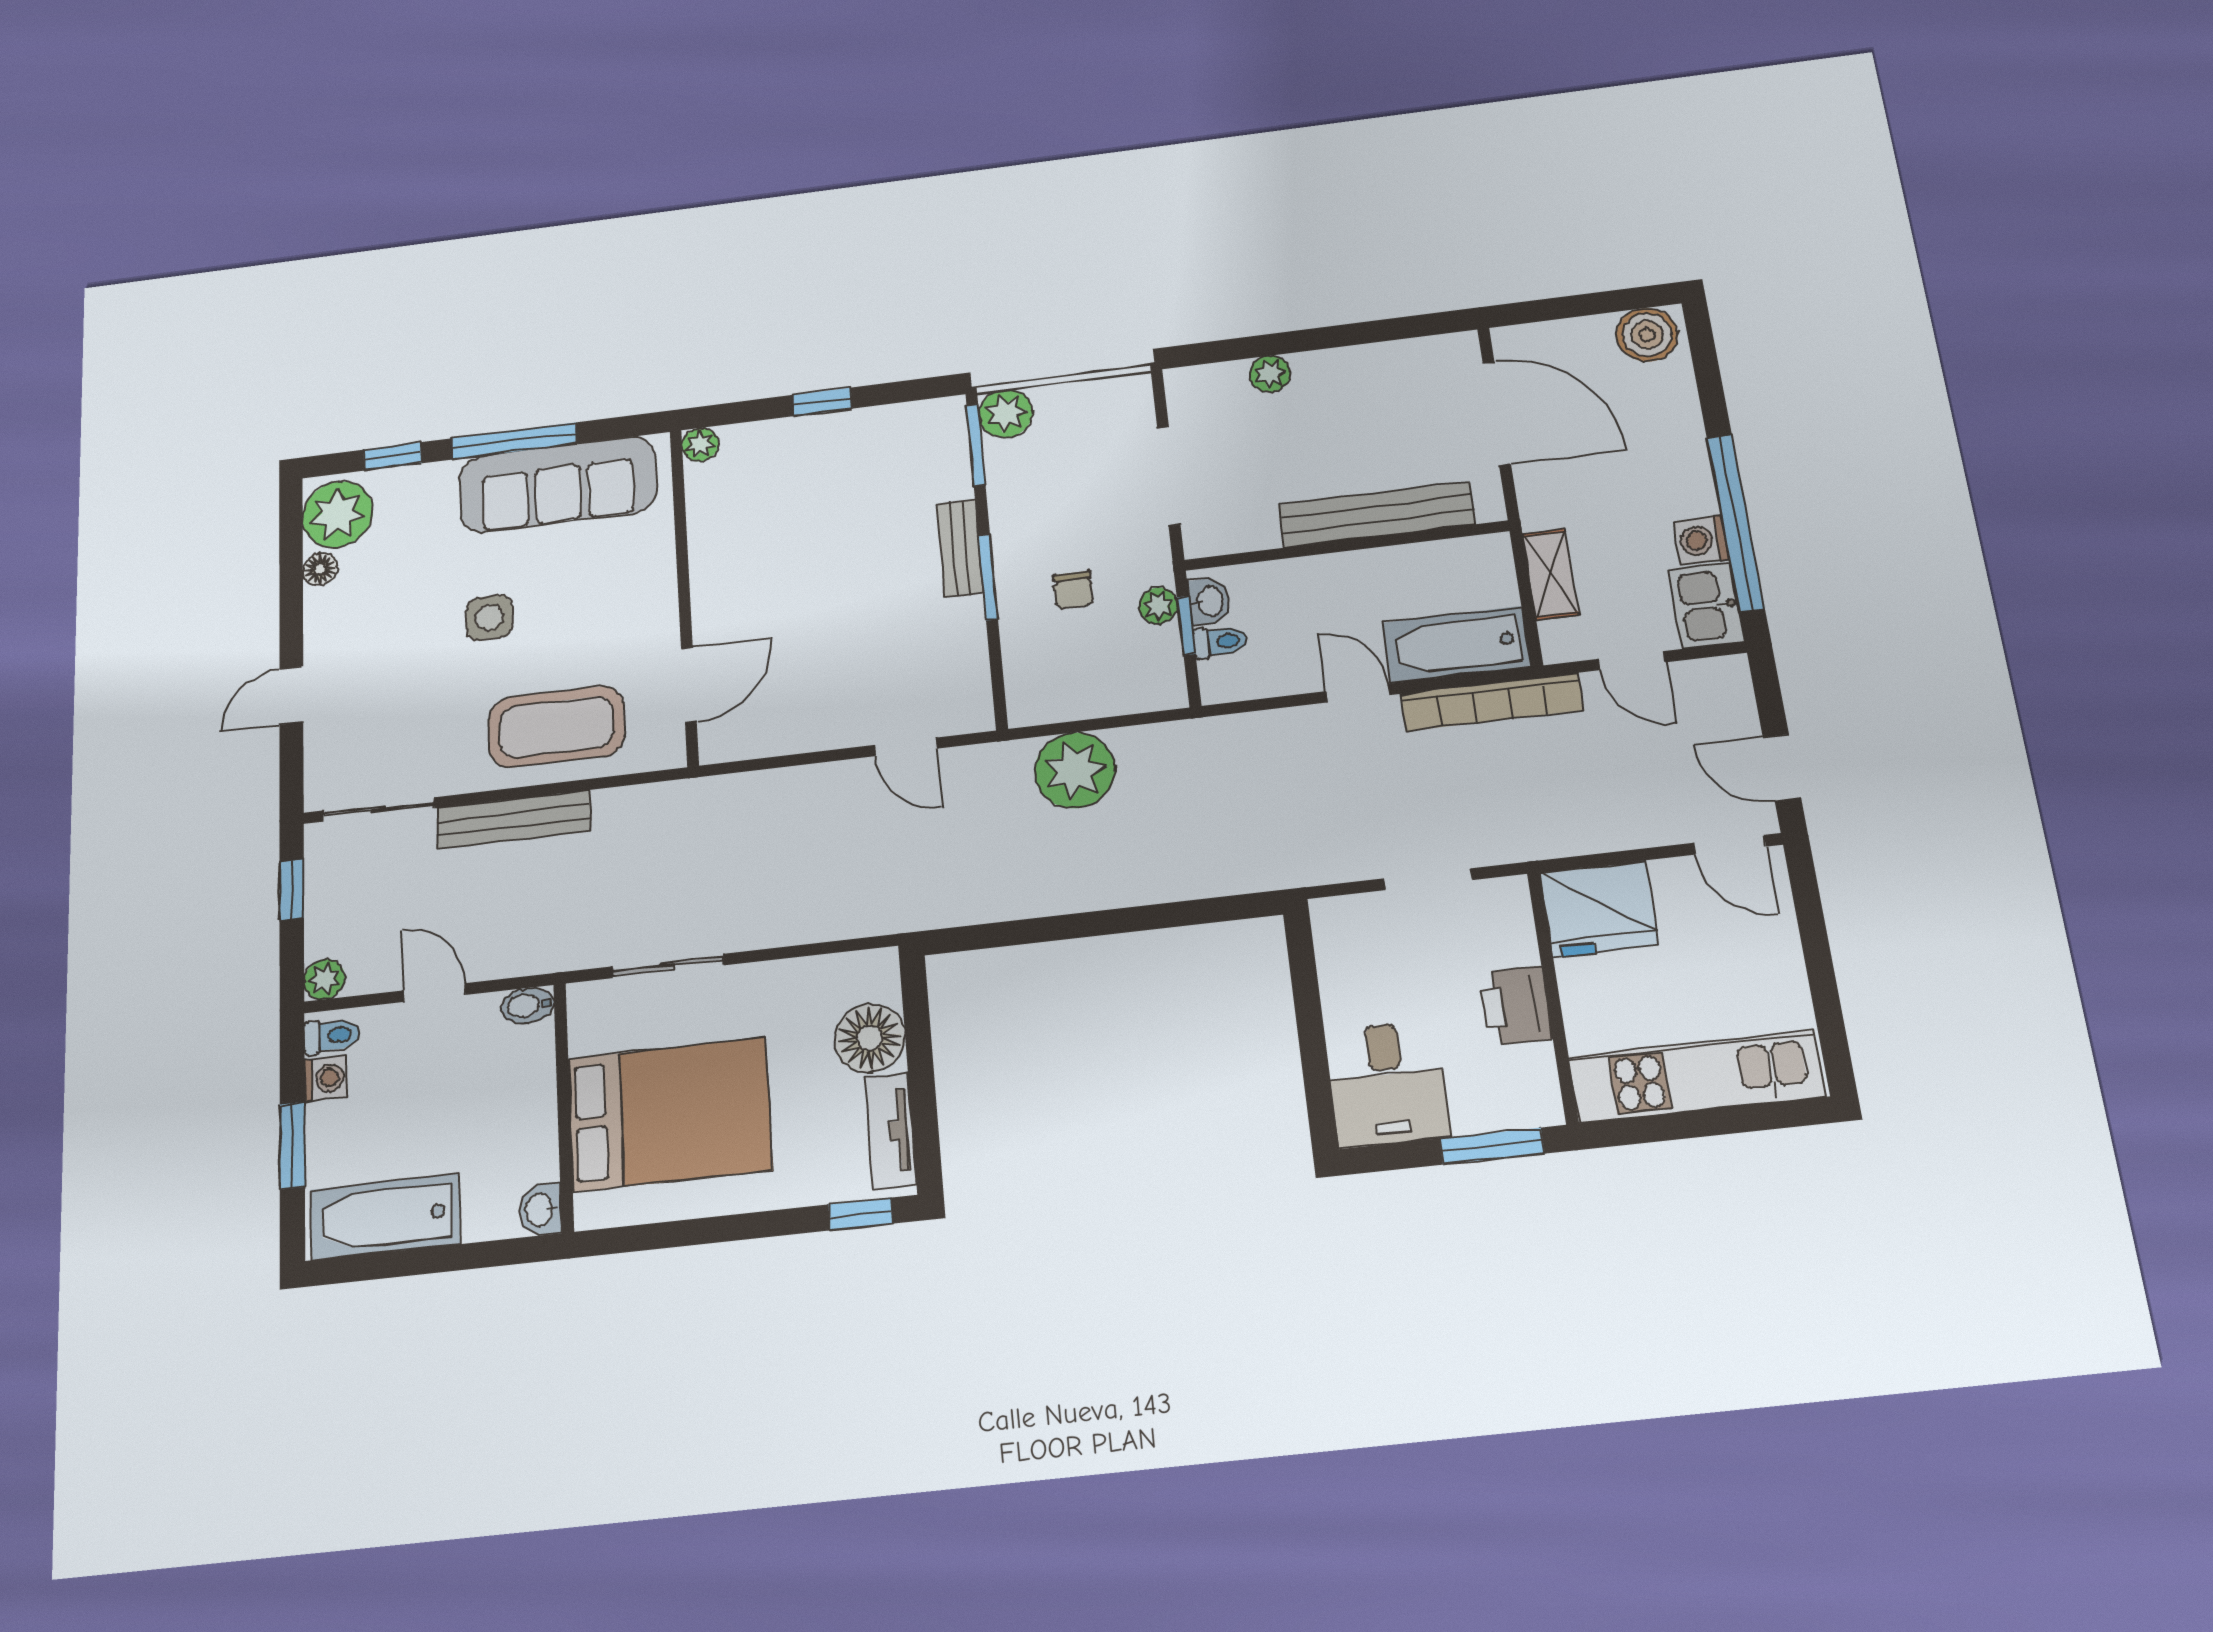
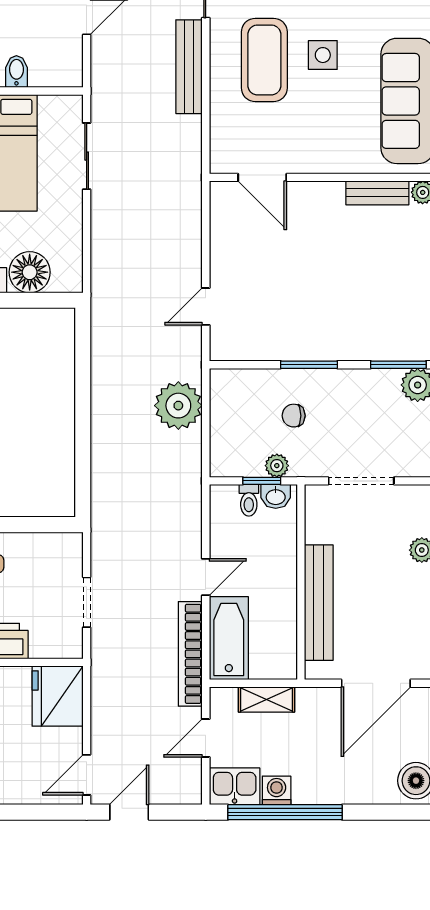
bench: (960, 548) -> (377, 193), moved
coffee table: (556, 727) -> (264, 60), moved
bidet: (528, 1006) -> (16, 72), moved

